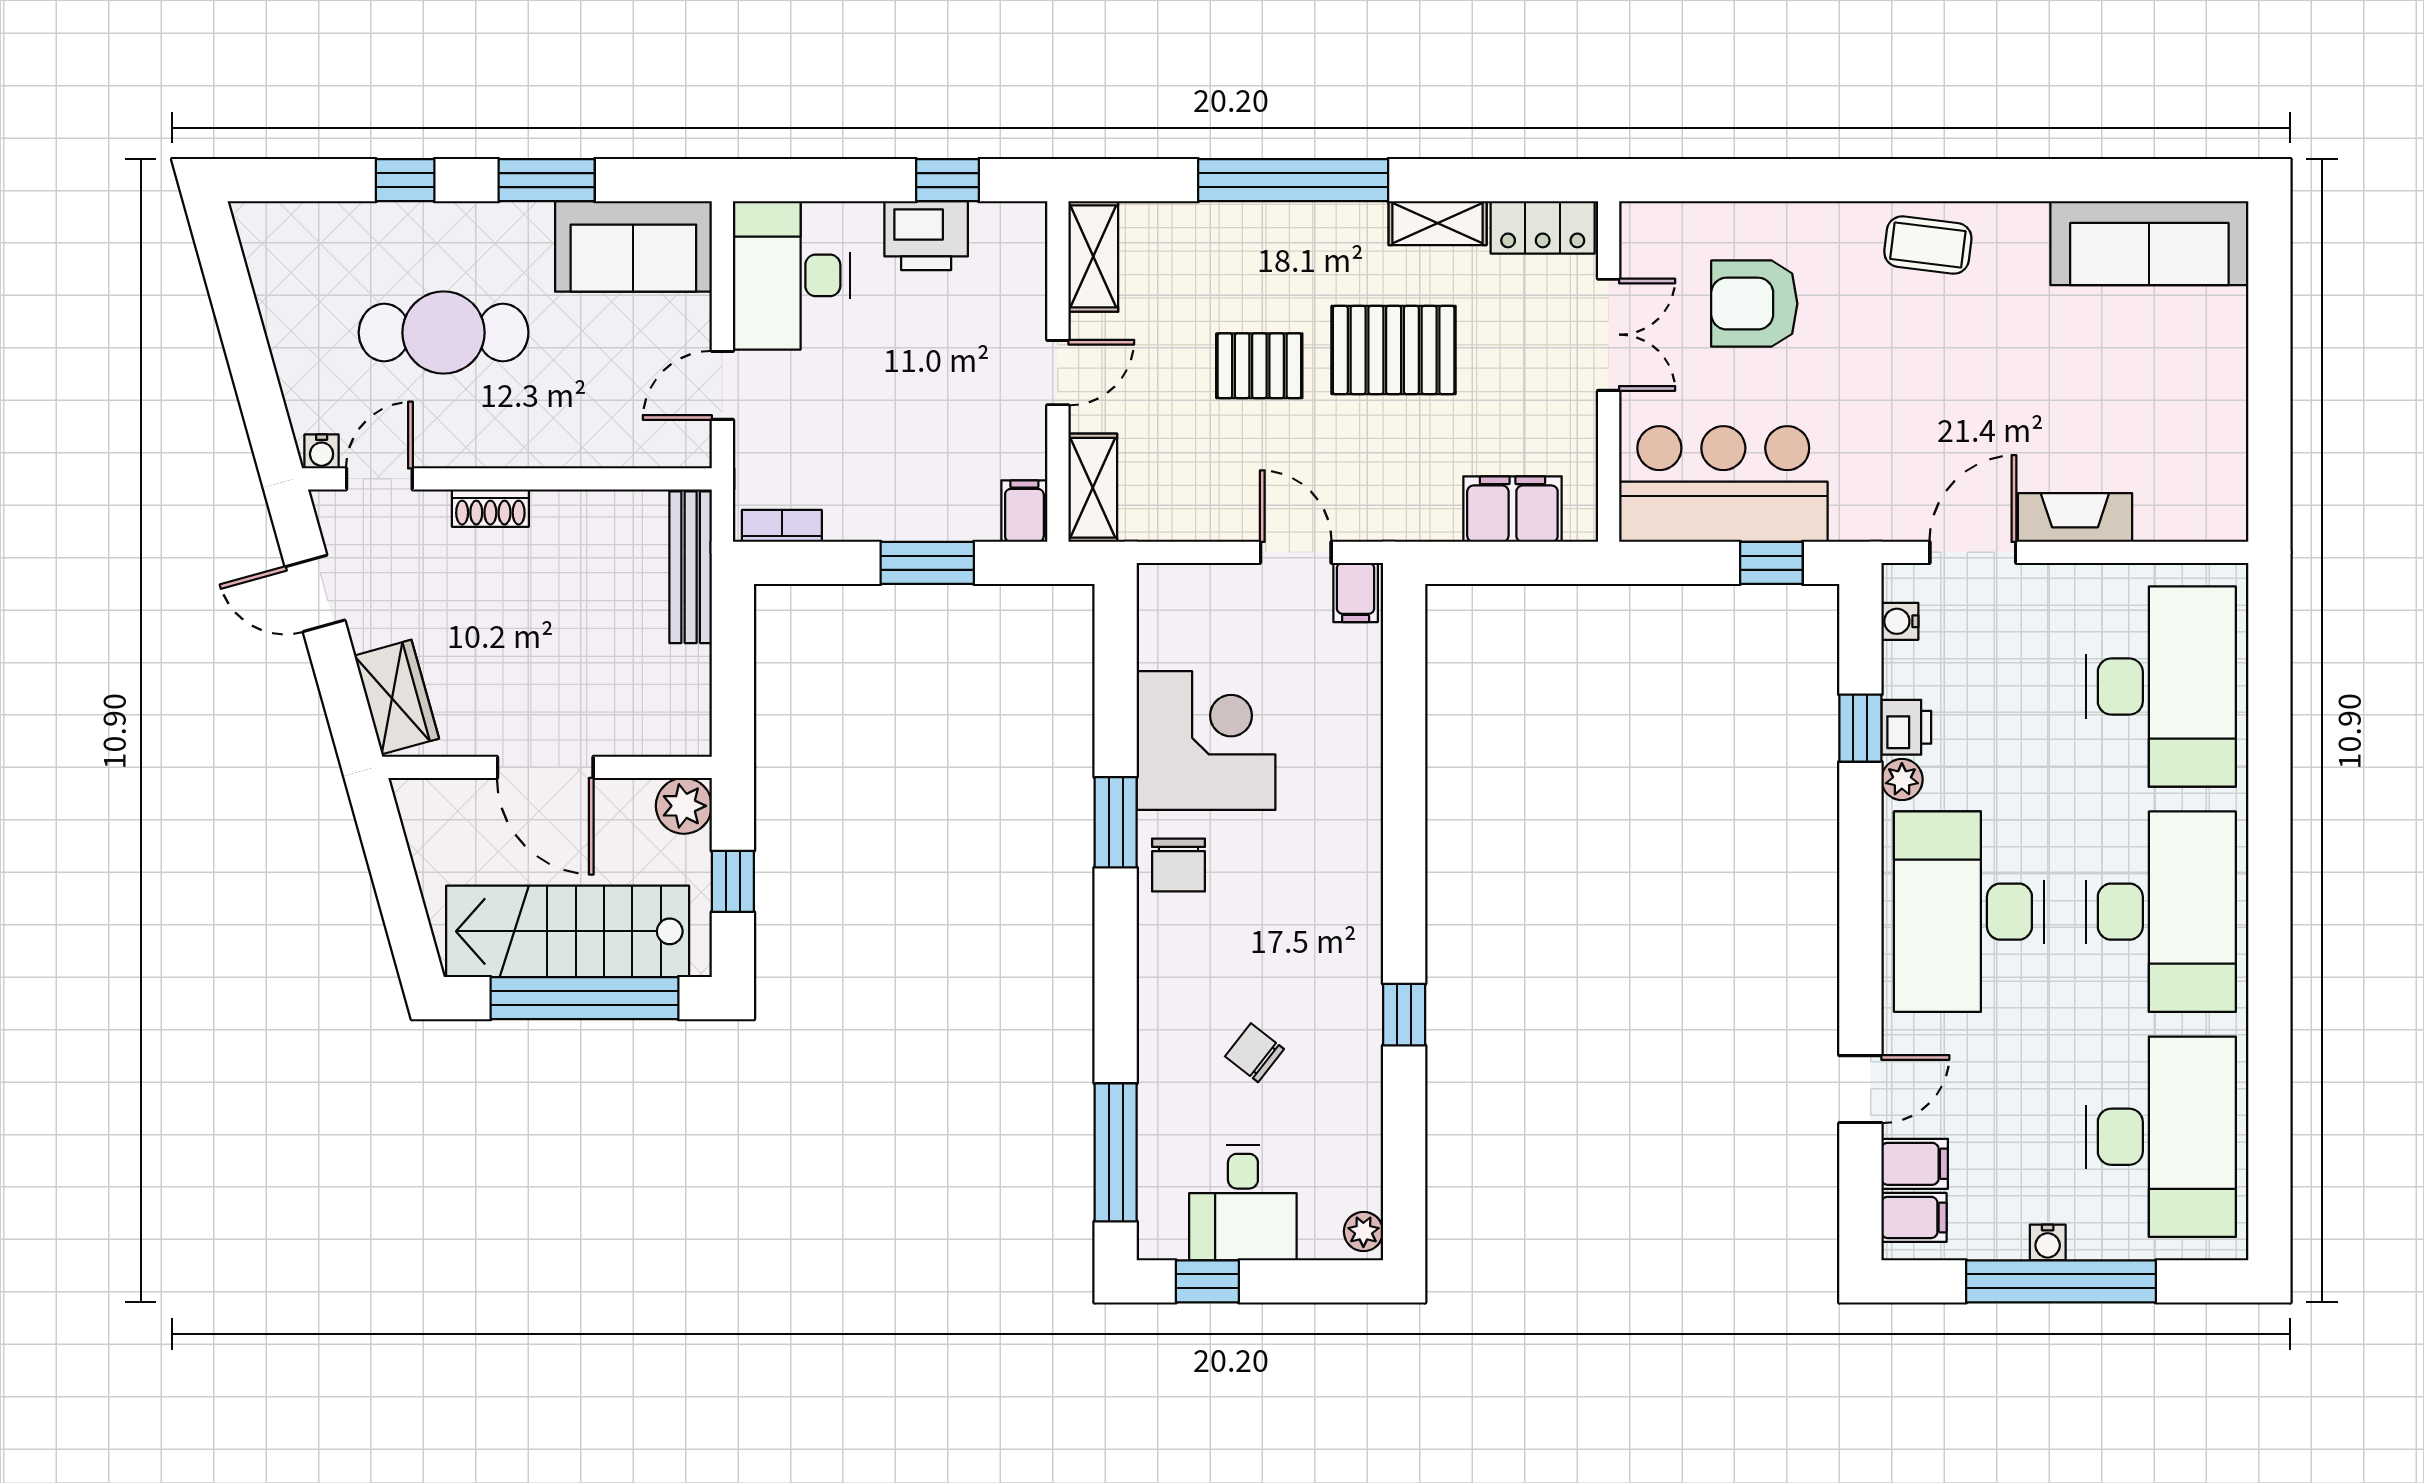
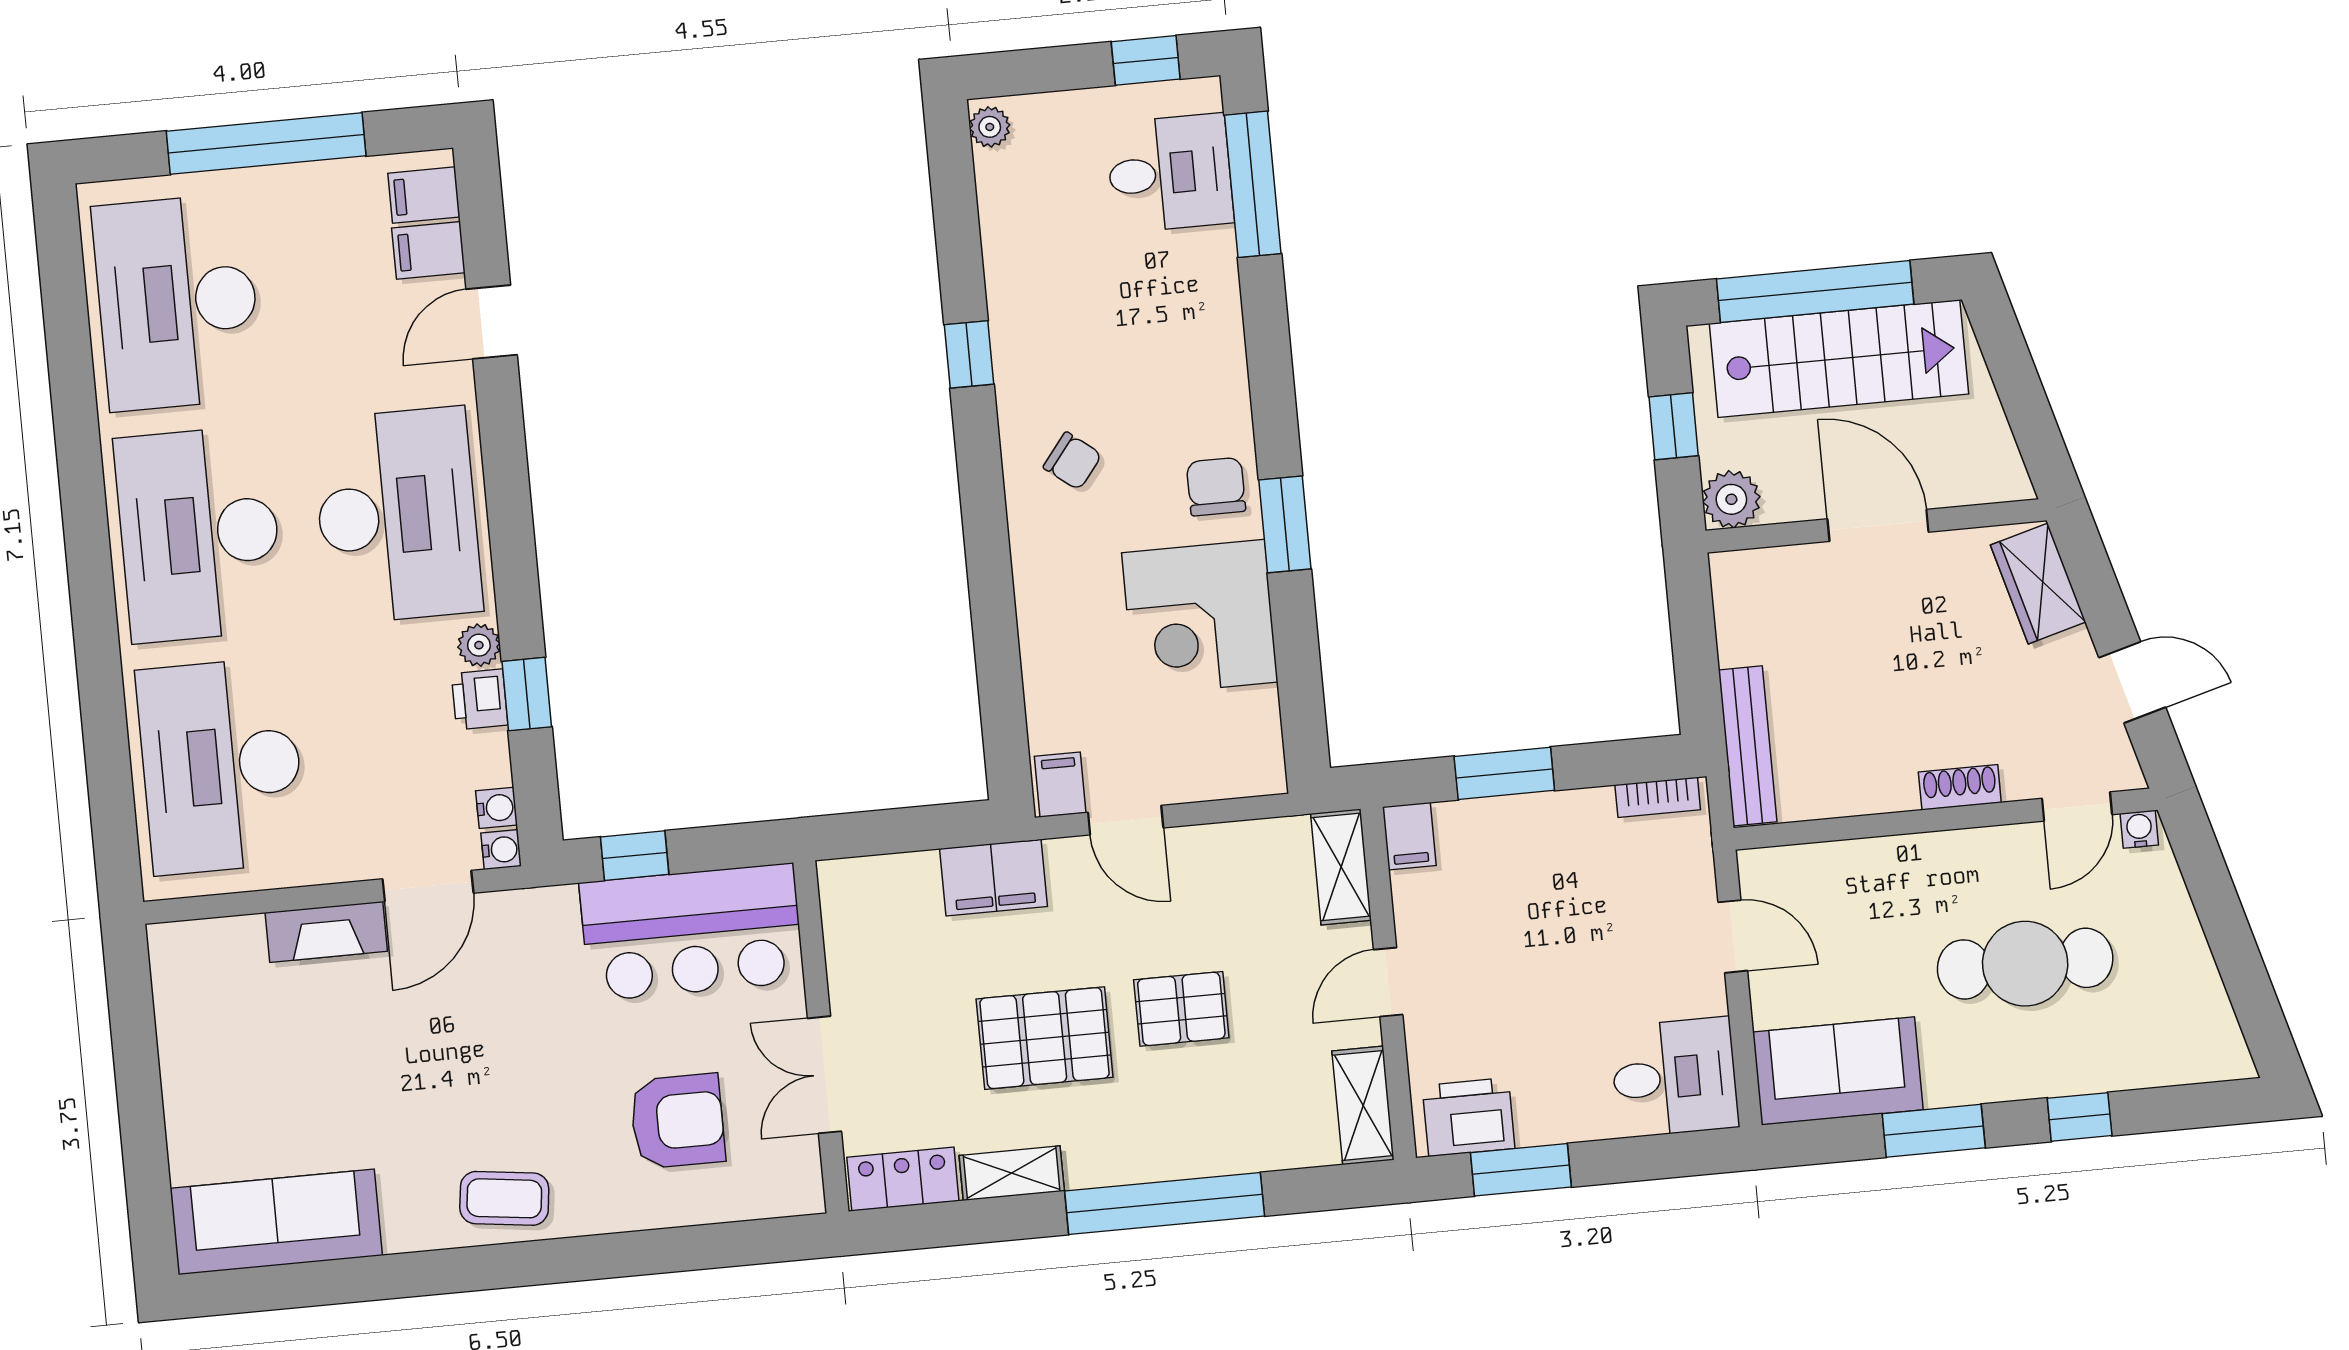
window: (947, 180) -> (1521, 1170), width x1.50
printer: (926, 236) -> (1468, 1117), moved
desk: (791, 275) -> (1674, 1077), width x0.73
door: (722, 385) -> (1733, 936), hinge flipped
filing cabinet: (1512, 509) -> (994, 878), moved
chair: (1254, 1053) -> (1072, 461), moved
desk: (1243, 1202) -> (1170, 173), moved, turned 90
water cooler: (2048, 1242) -> (501, 850), moved, turned 90

